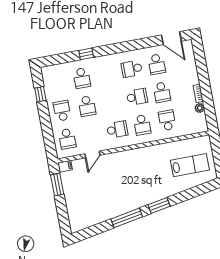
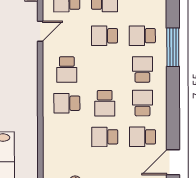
window: (86, 54) -> (173, 47), width x2.17
school desk: (167, 120) -> (142, 69), moved, turned -90
door: (92, 154) -> (40, 31), swing flipped

